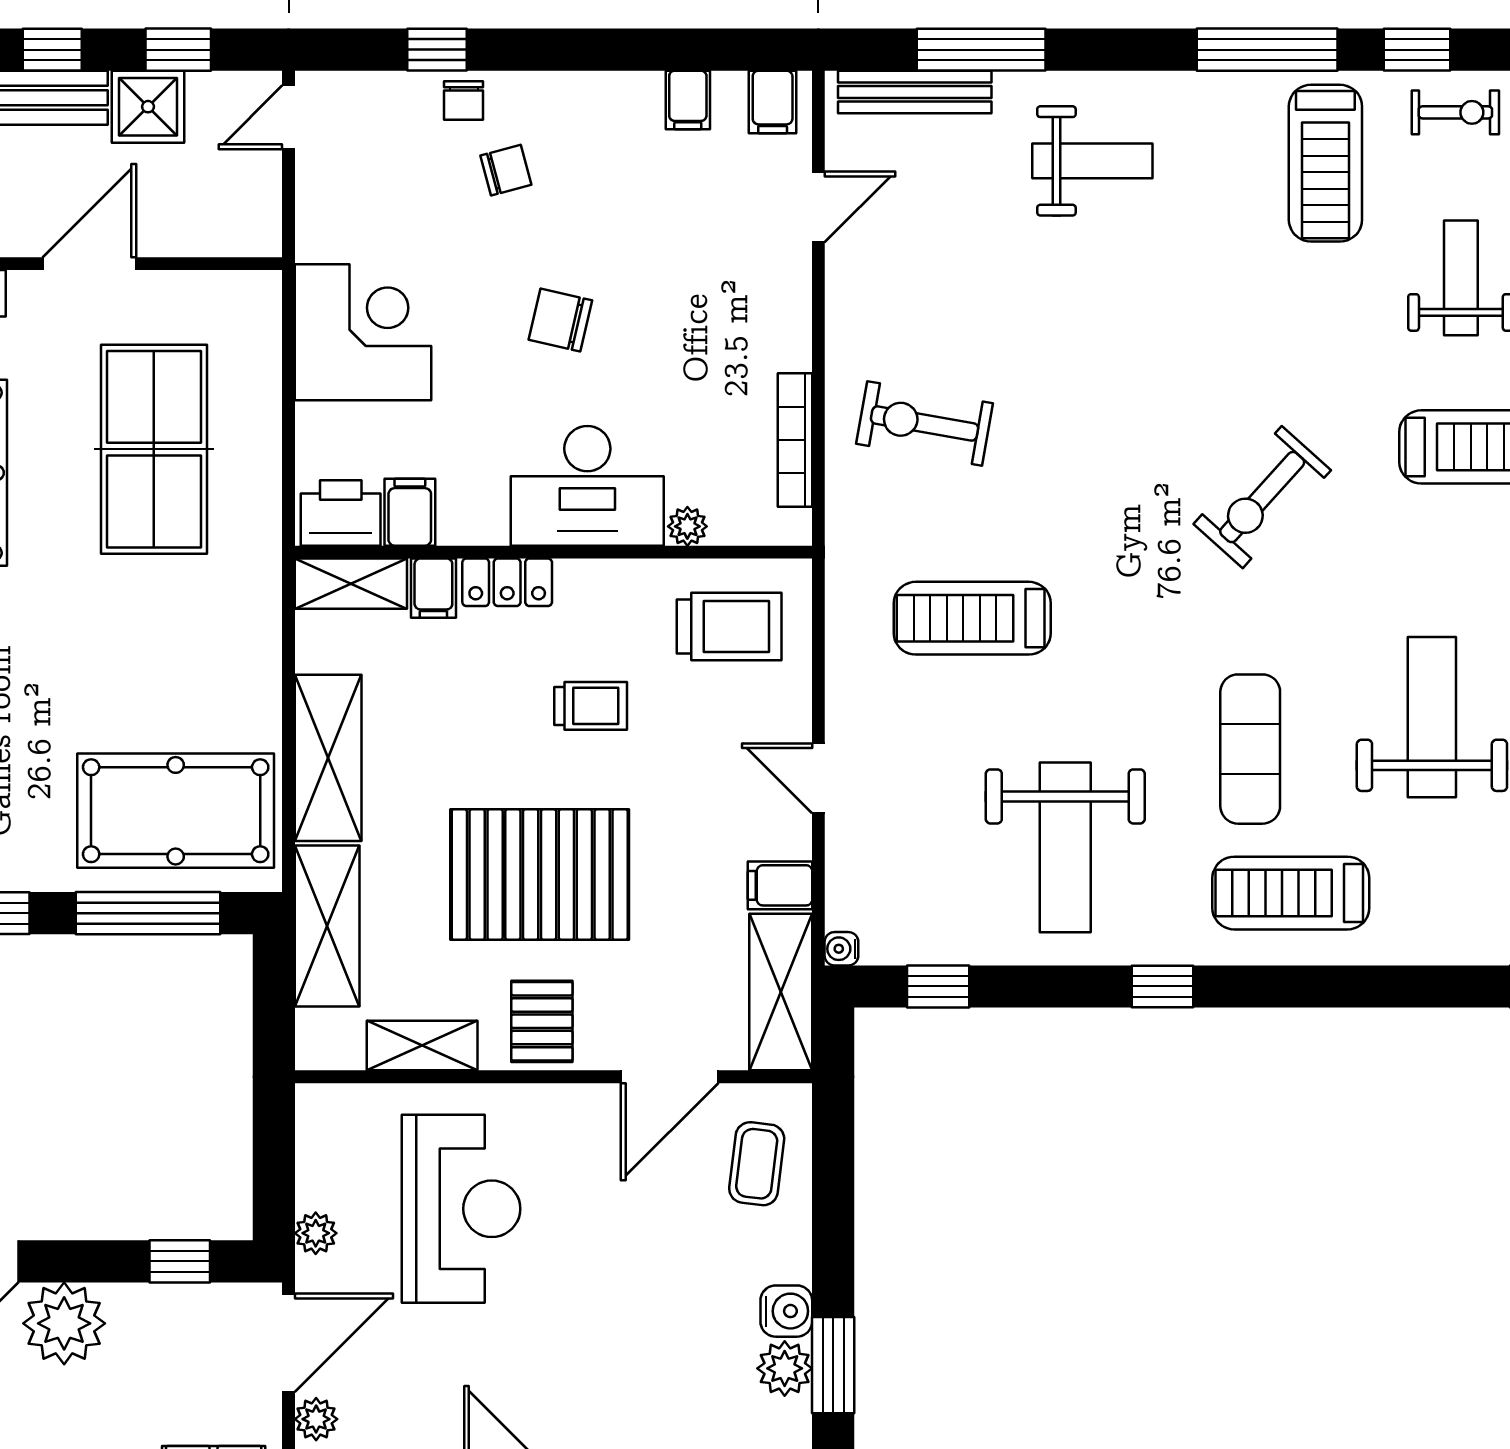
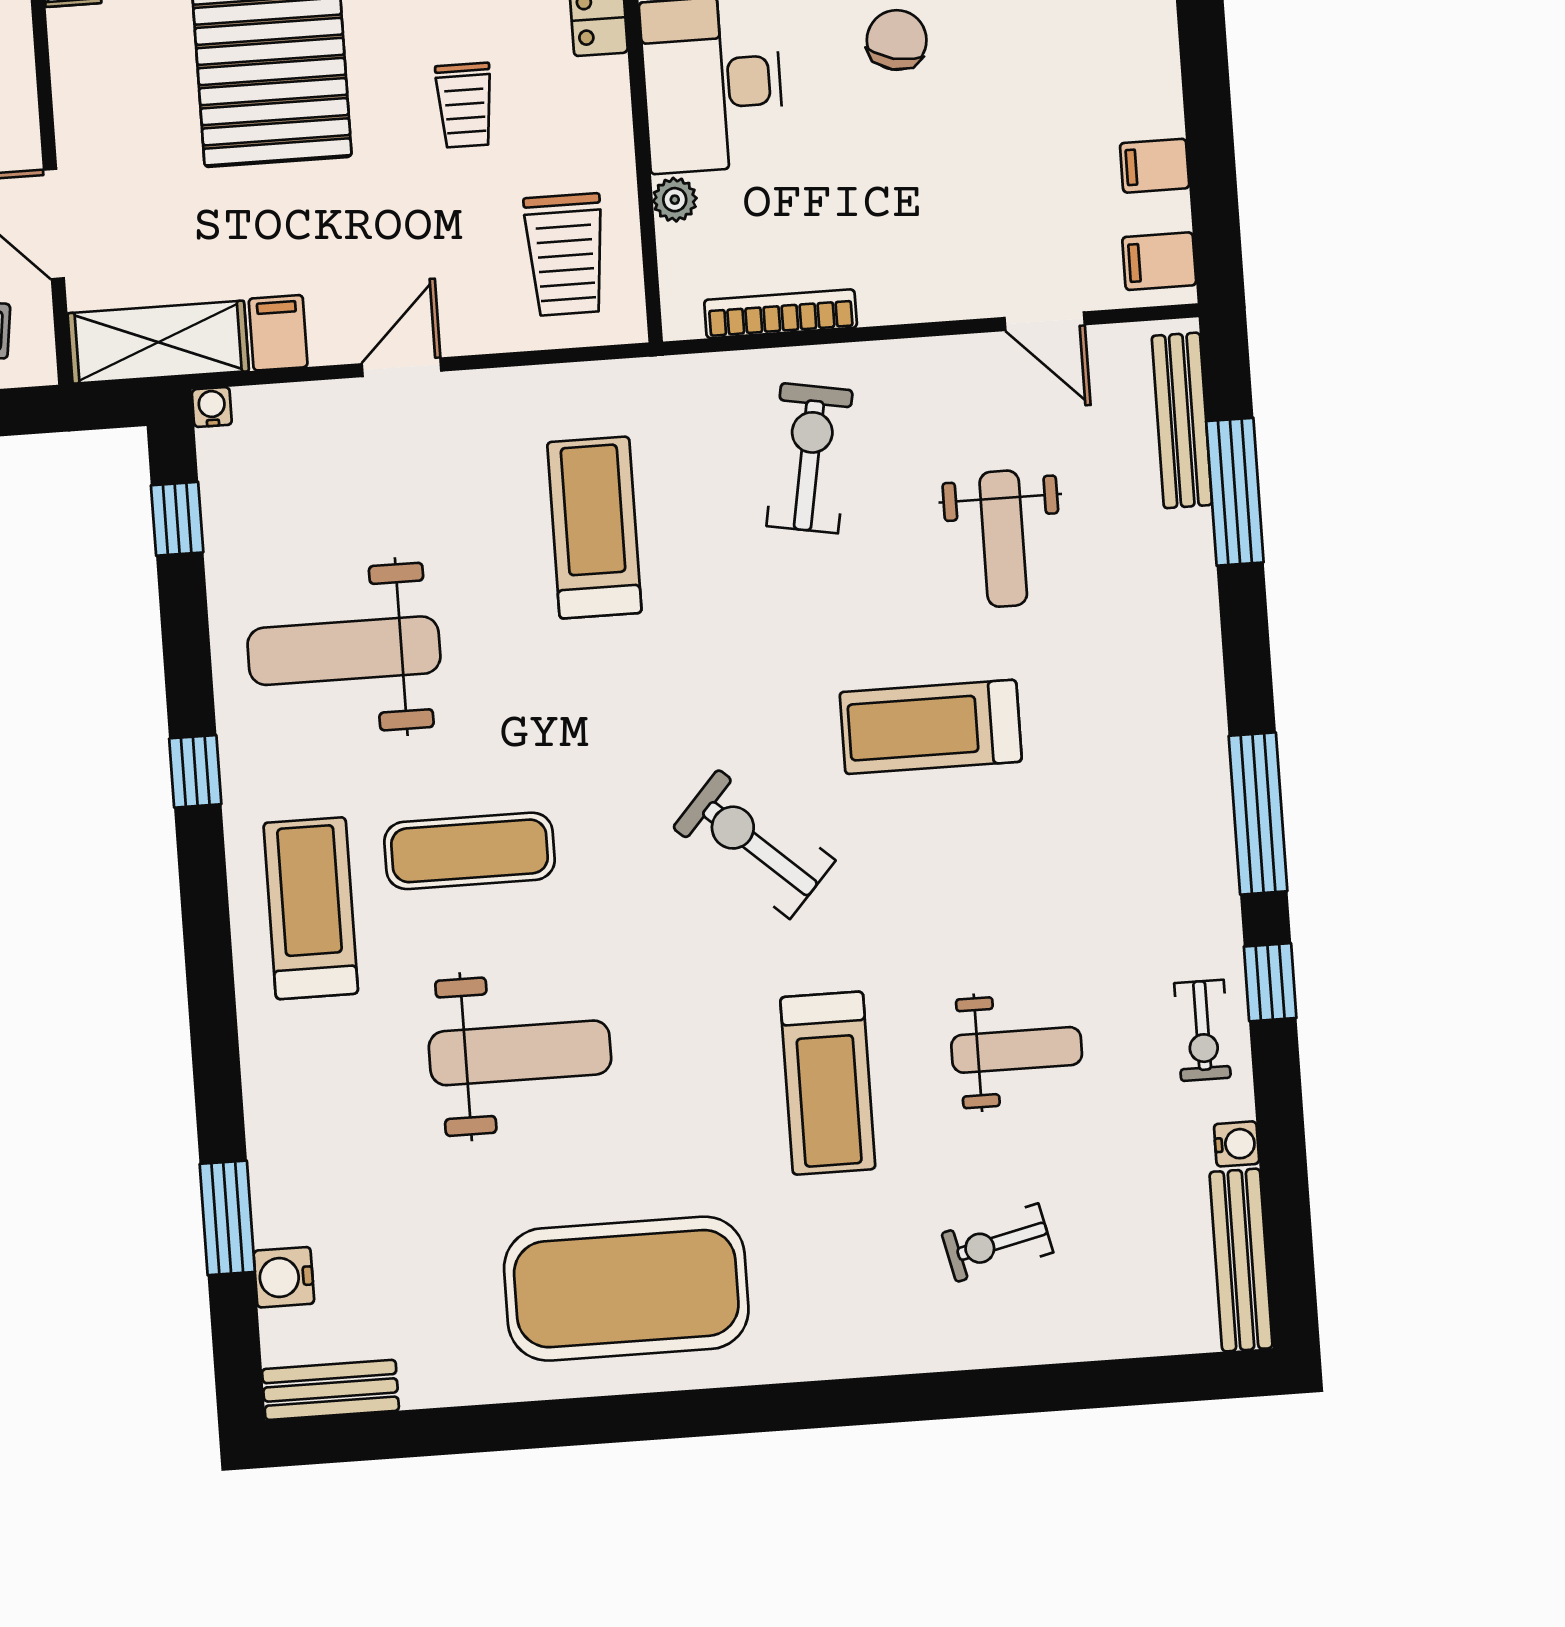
weight bench: (1092, 161) -> (1003, 539), moved
treadmill: (1325, 163) -> (931, 727), moved
pallet: (542, 1021) -> (106, 76), removed

